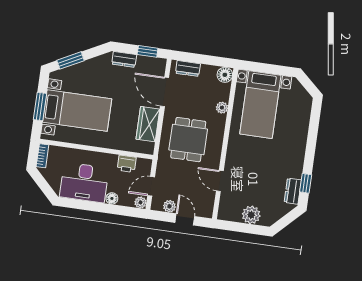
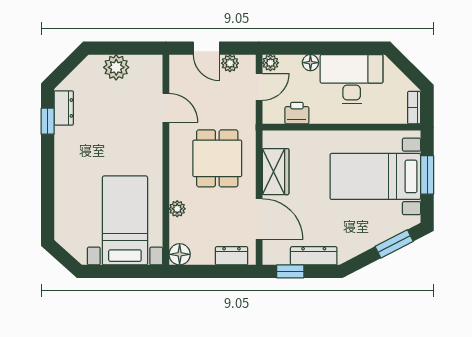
dresser: (124, 59) -> (314, 256), width x1.44

